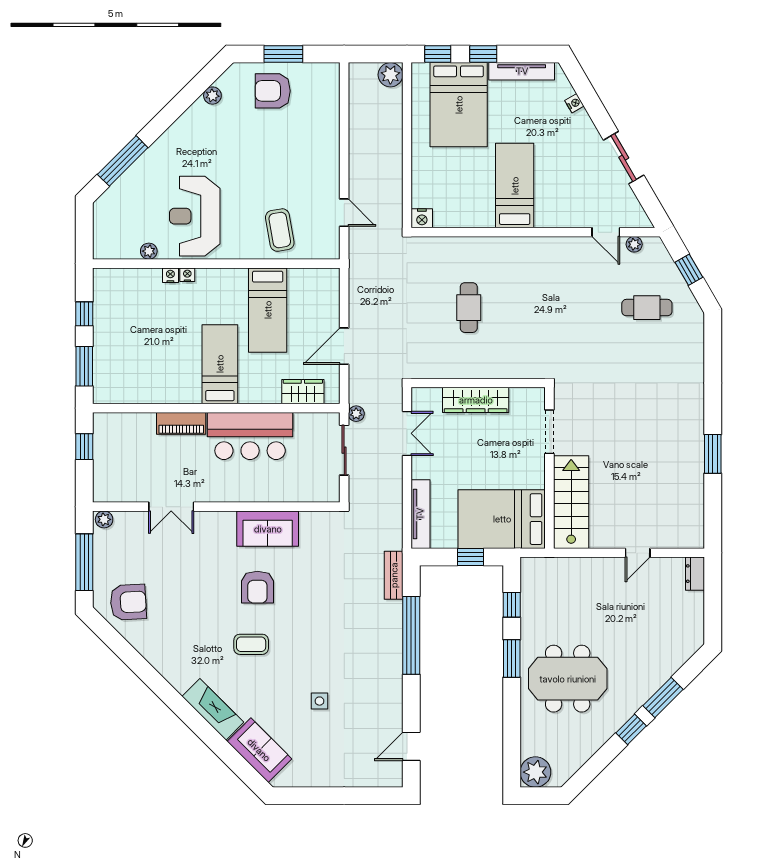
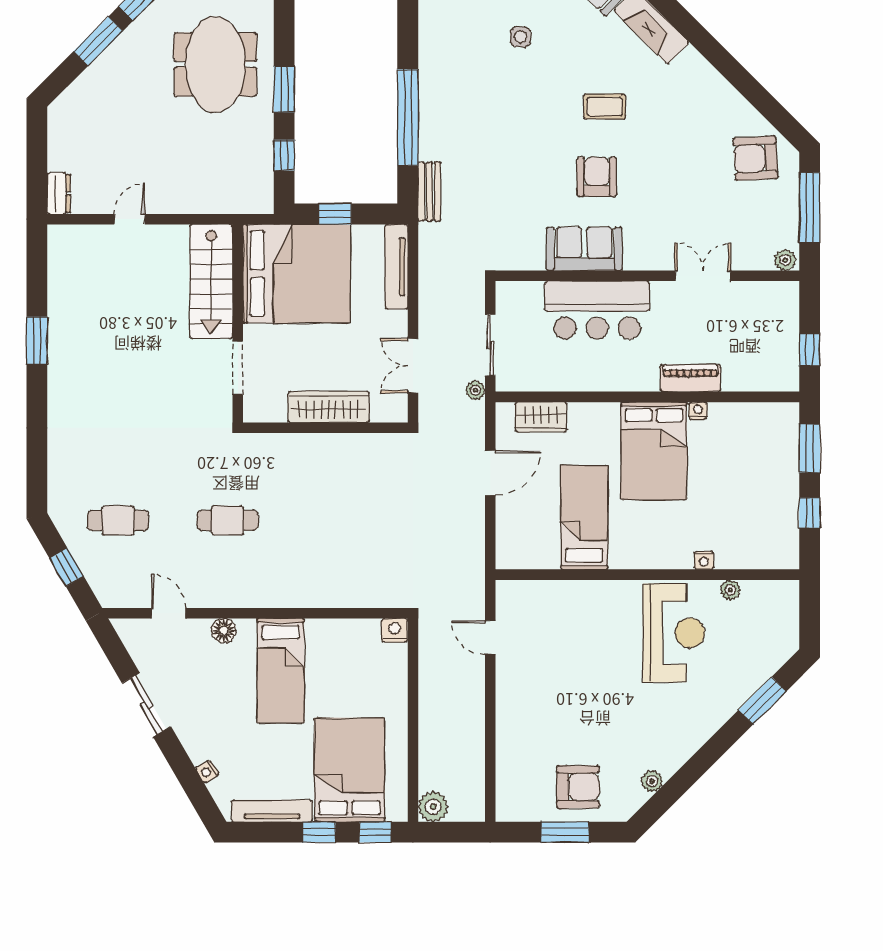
window: (123, 161) -> (762, 701), width x0.69
floor lamp: (561, 218) -> (224, 631), added
coffee table: (280, 230) -> (569, 616), removed
plant: (634, 244) -> (134, 598), removed
nightstand: (187, 275) -> (698, 411), moved, turned 180
cafe table: (469, 308) -> (228, 521), moved, turned 90
bed: (220, 364) -> (654, 451), width x1.50
bar counter: (250, 436) -> (597, 310), moved, turned 180
bed: (502, 519) -> (297, 274), width x1.36
meeting table: (568, 679) -> (215, 64), turned 90

